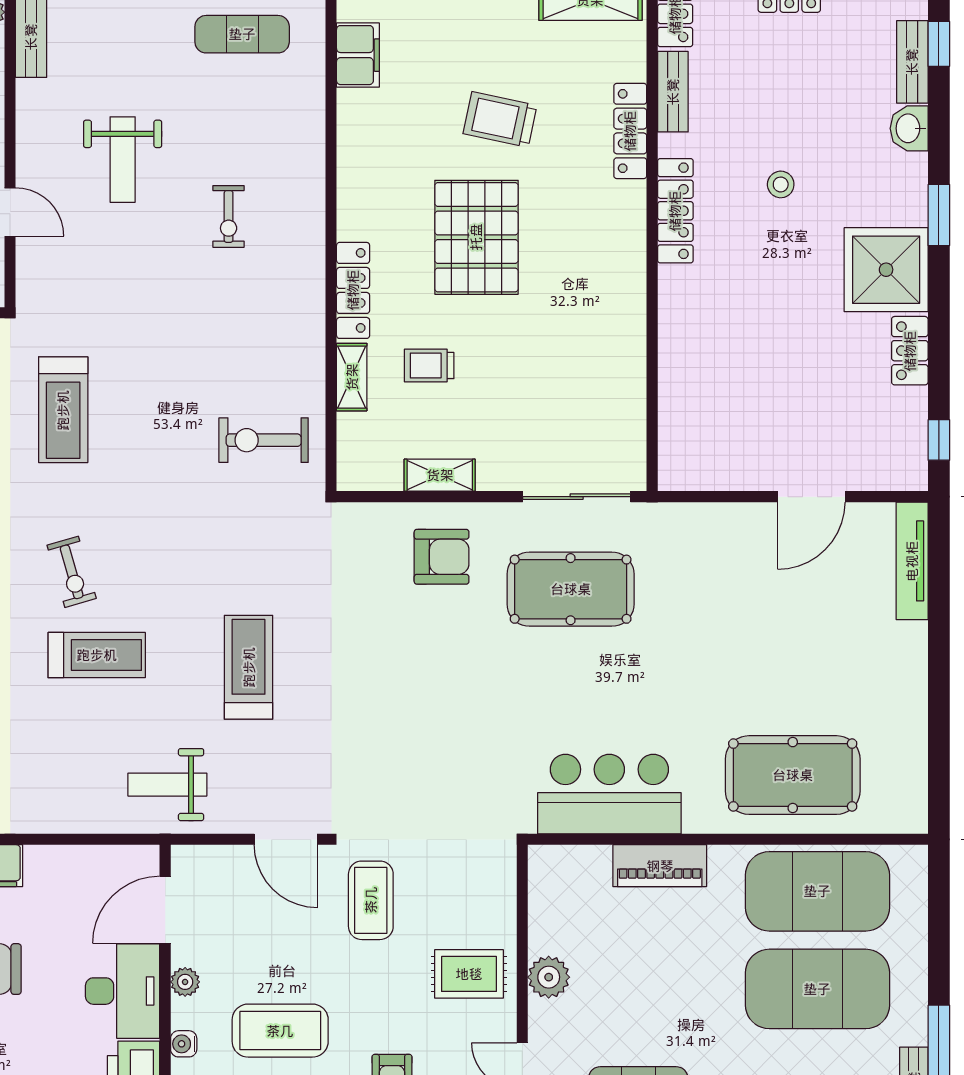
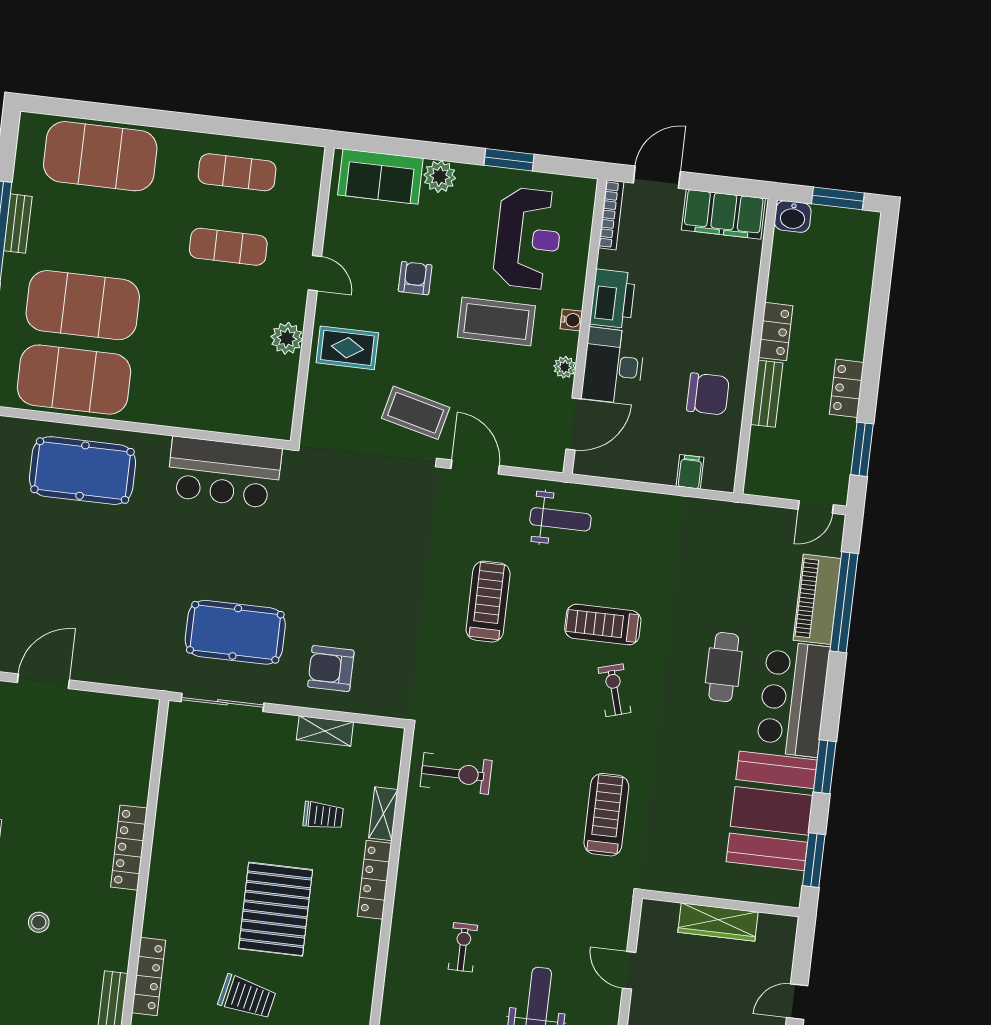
locker: (675, 211) -> (129, 848), moved
treadmill: (249, 667) -> (488, 602), turned 180
piano: (660, 866) -> (192, 413), removed
coffee table: (371, 900) -> (416, 413), turned -76

